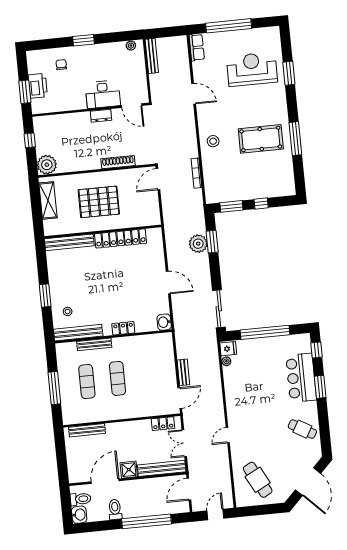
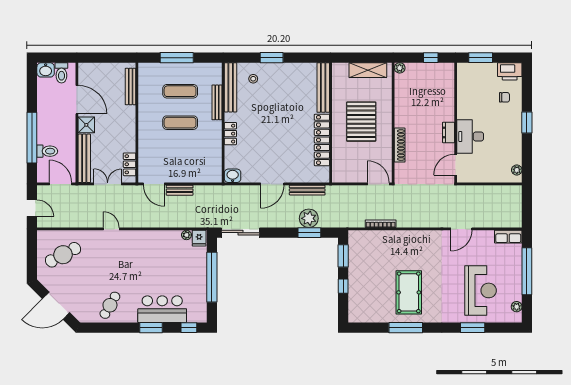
plant: (264, 32) -> (517, 307), added
bench: (152, 56) -> (307, 190), moved
printer: (38, 86) -> (510, 71), moved
stool: (213, 141) -> (411, 244), removed
plant: (47, 165) -> (400, 68), width x0.53, depth x0.53
toilet: (115, 509) -> (47, 151), moved

